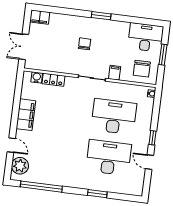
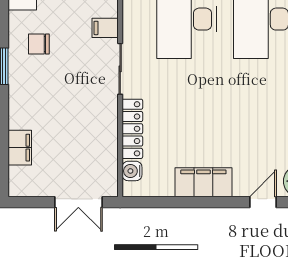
filing cabinet: (40, 17) -> (20, 148), moved
chair: (85, 44) -> (39, 44), moved
locker: (53, 80) -> (132, 129), width x1.53

